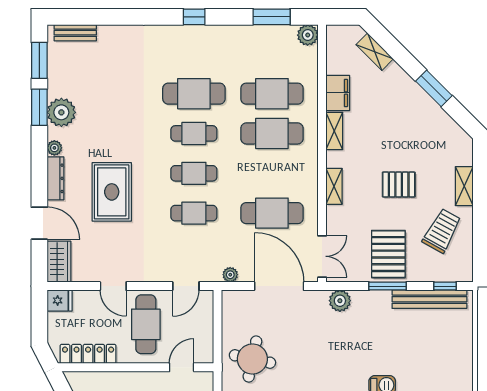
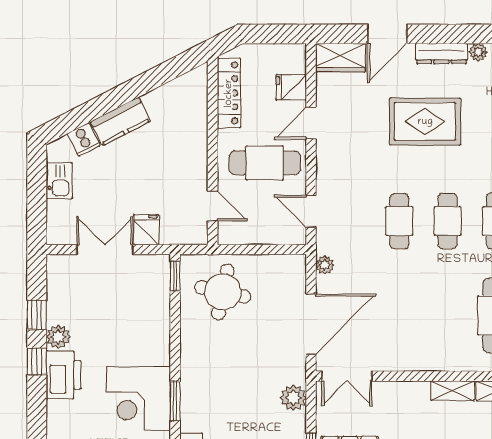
shelving: (334, 186) -> (453, 391), moved
cafe table: (272, 213) -> (399, 316), removed
fridge: (60, 300) -> (291, 87), moved, turned 90

